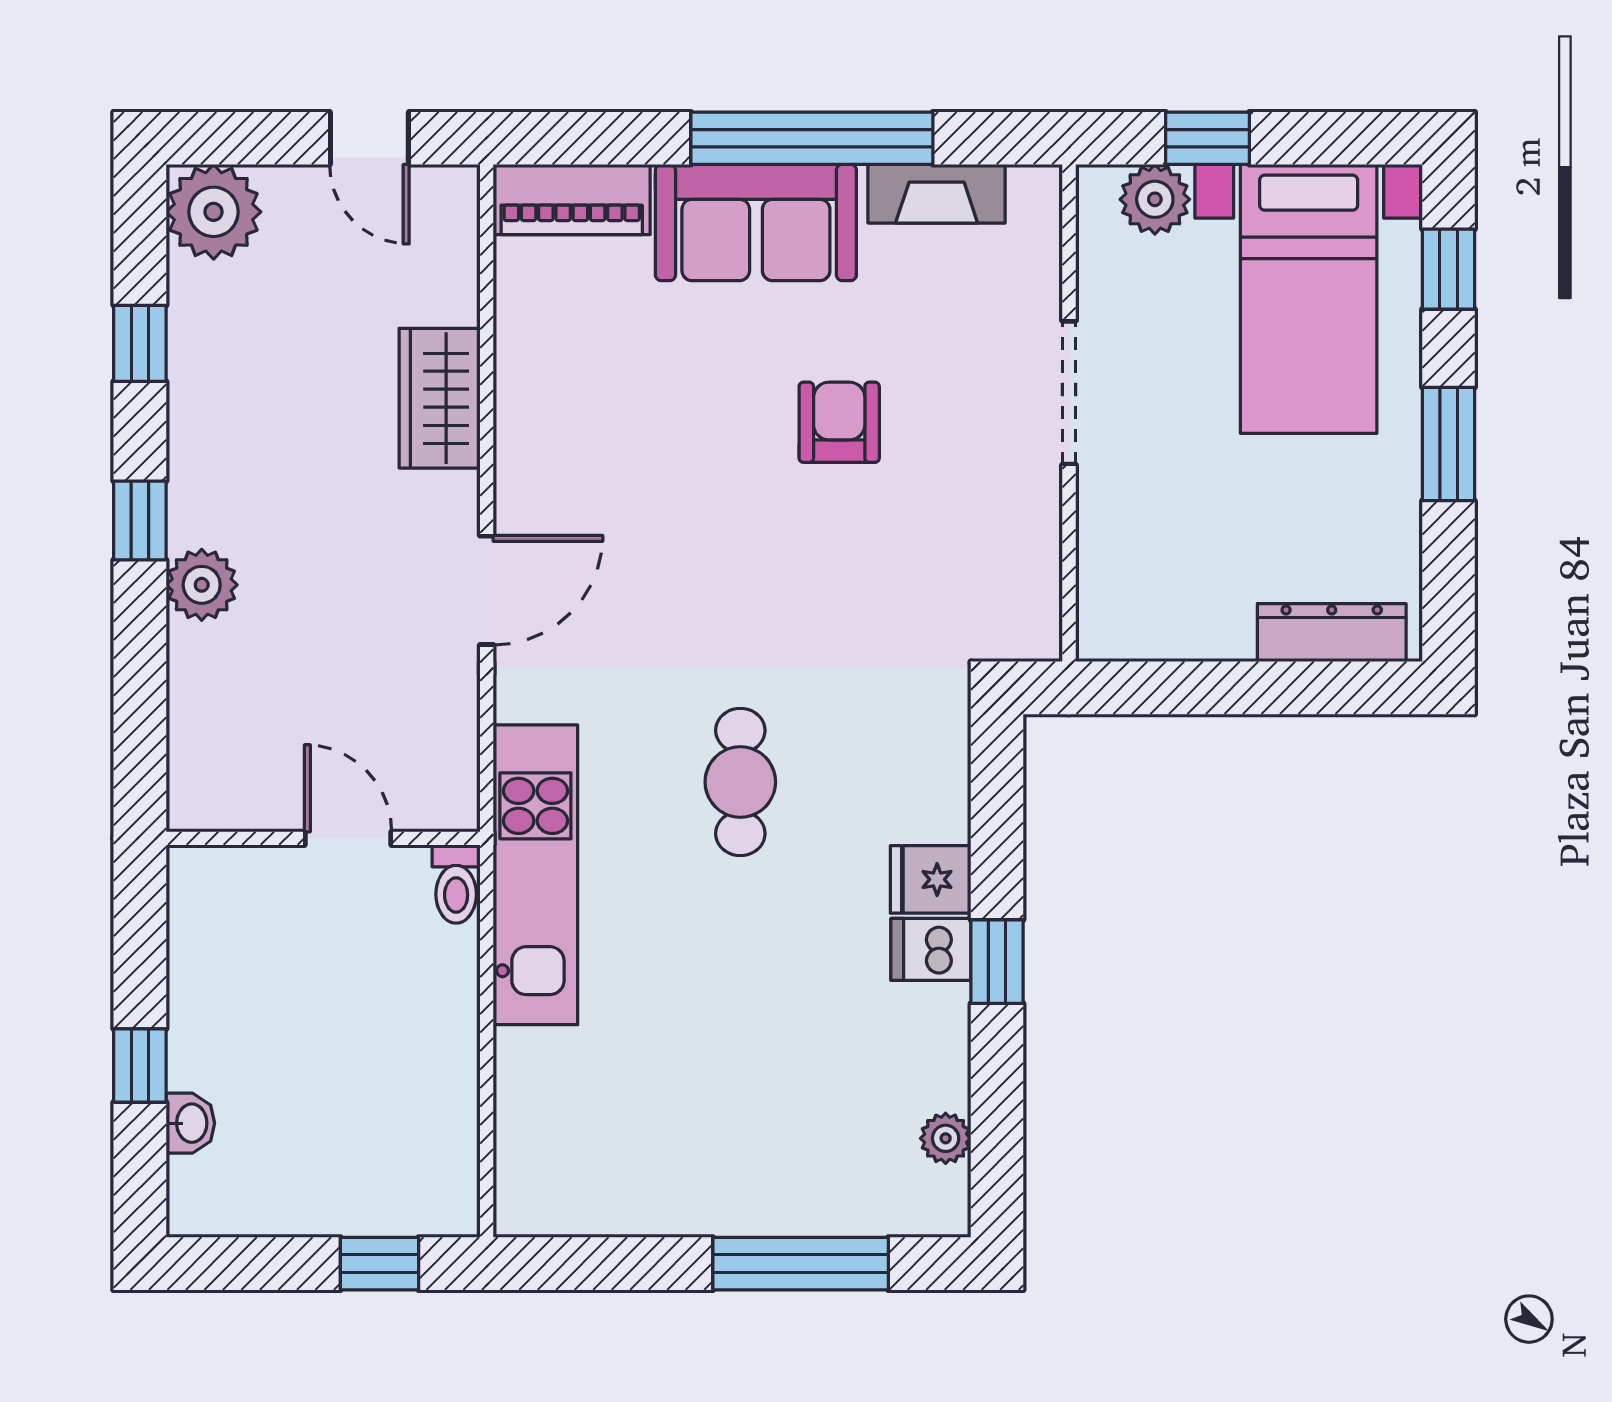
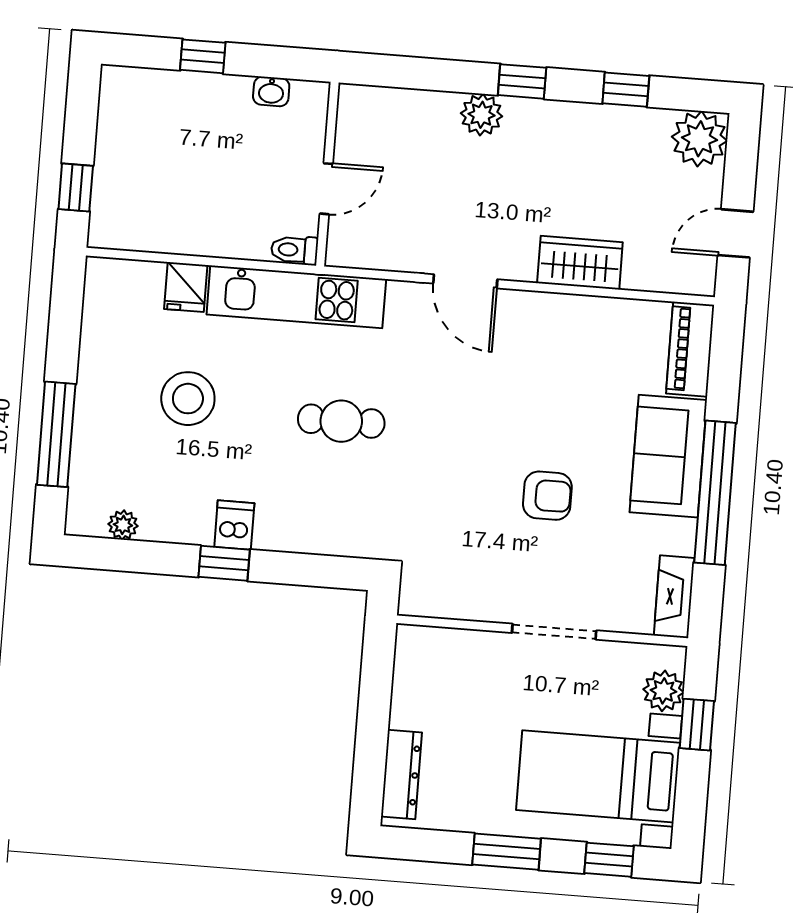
fireplace: (937, 194) -> (674, 597), moved
fridge: (931, 879) -> (186, 287), moved, turned 180
stool: (722, 1045) -> (188, 399), added
washbasin: (190, 1123) -> (271, 91), moved

